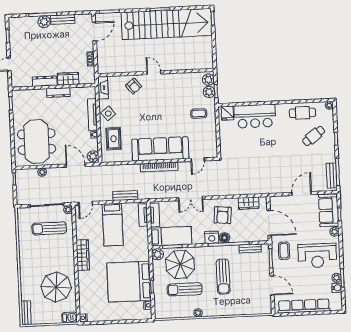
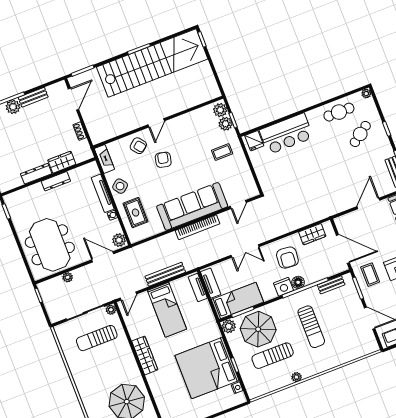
door: (154, 73) -> (156, 123), swing flipped
armchair: (150, 104) -> (163, 160), added
bench: (125, 196) -> (165, 274), width x1.36

